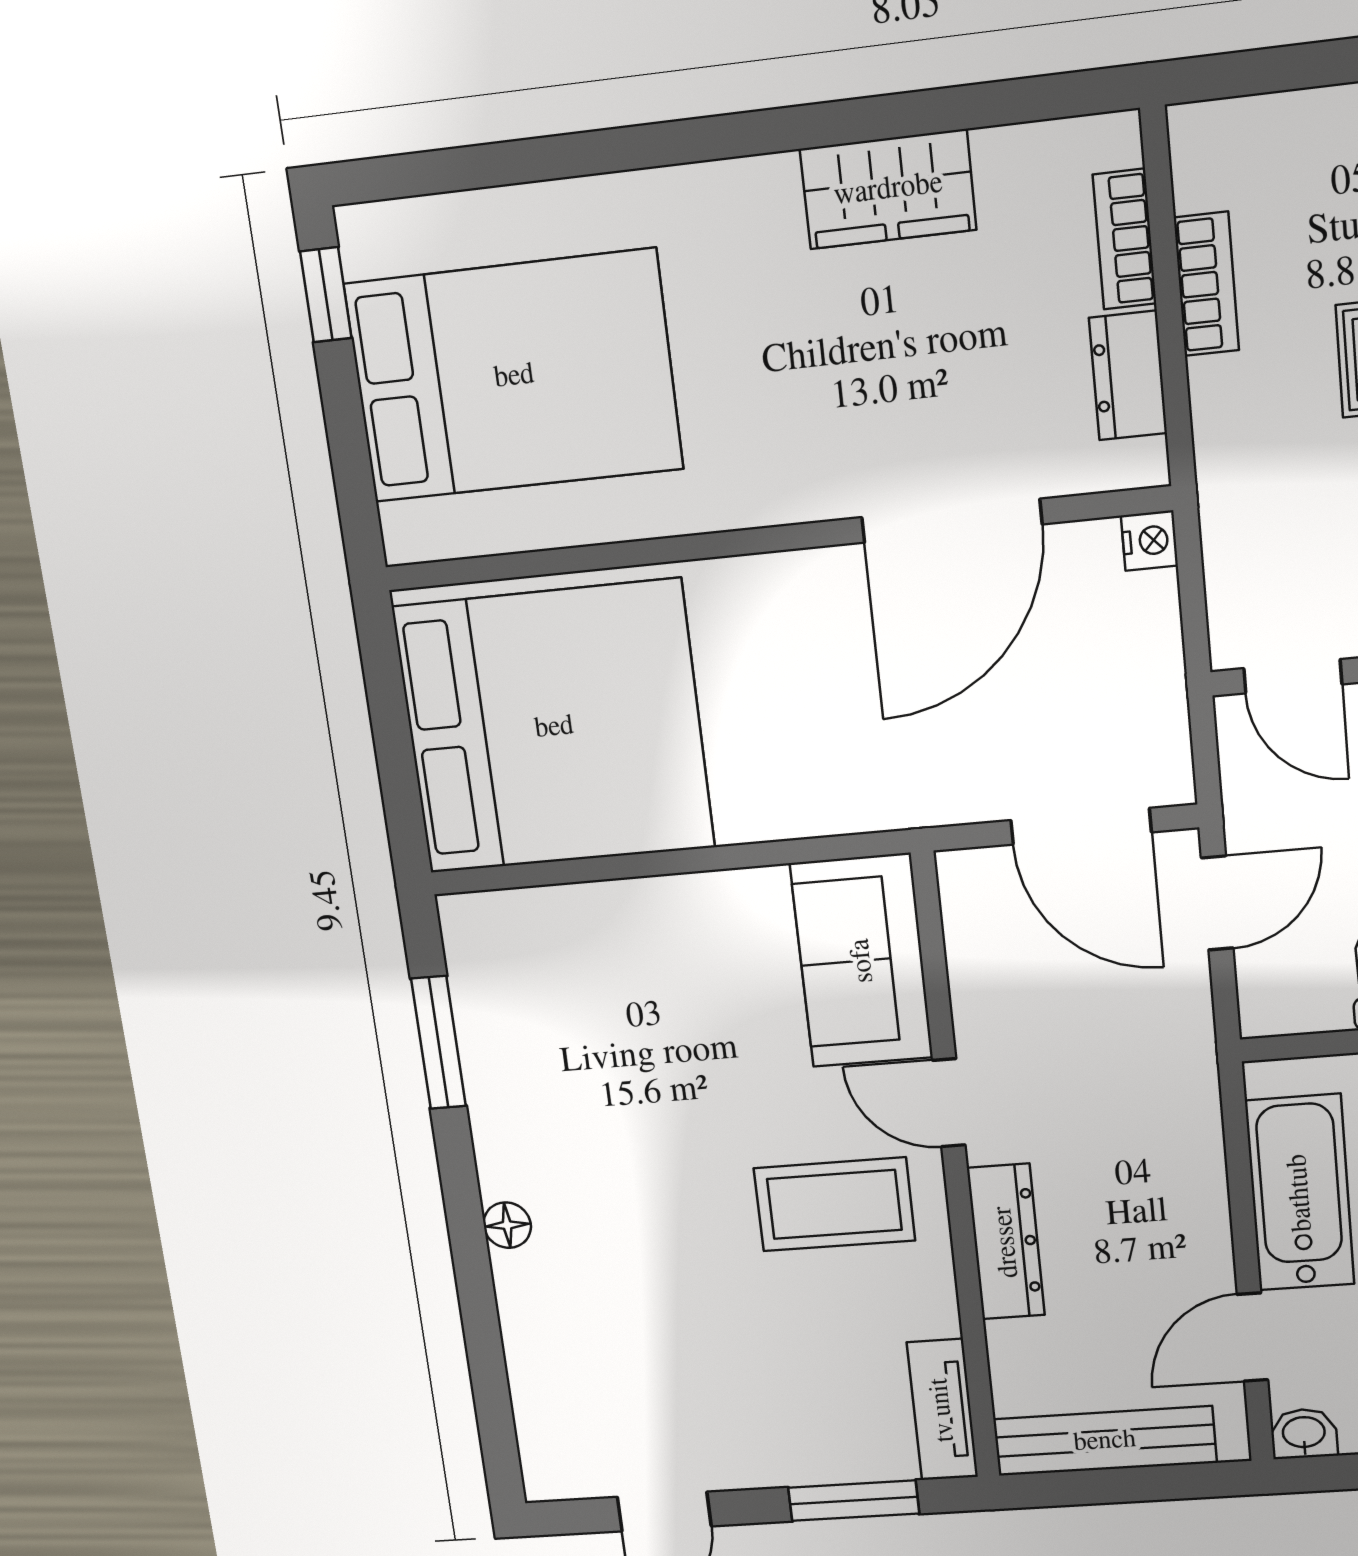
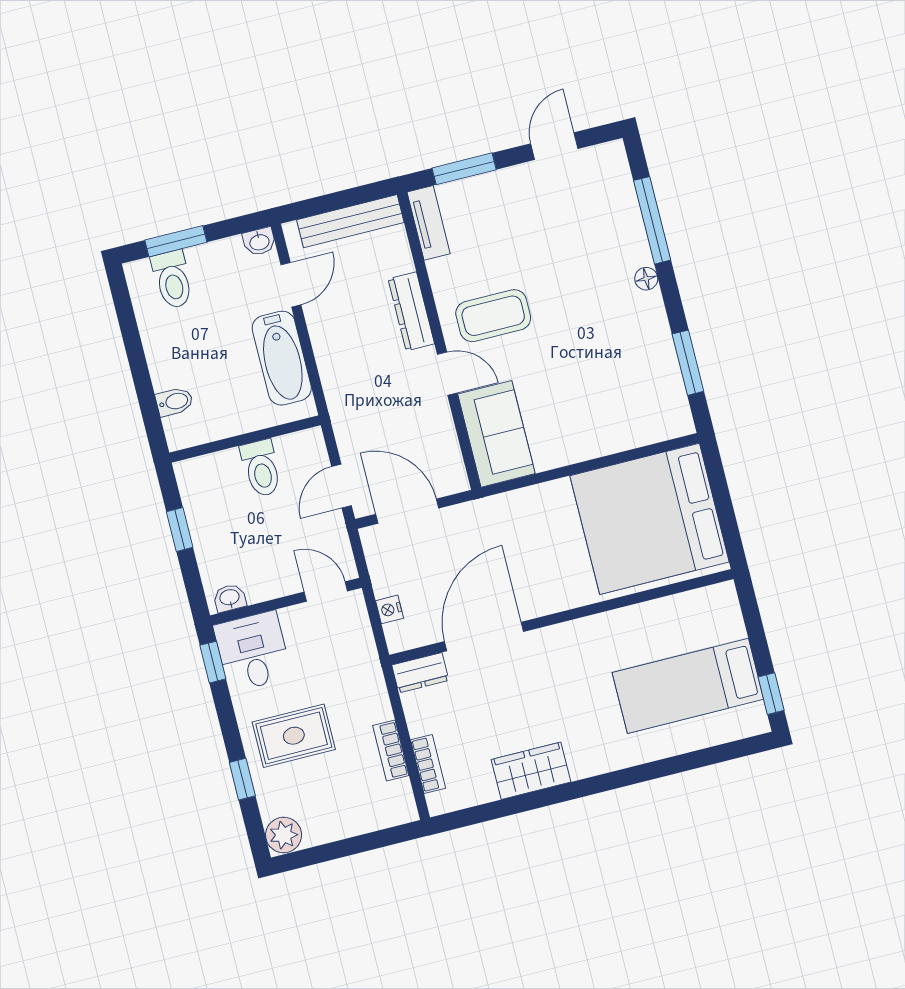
bed: (514, 376) -> (688, 686), width x0.67
dresser: (1128, 376) -> (420, 673), moved, turned 90
nightstand: (1149, 541) -> (390, 609), moved
window: (483, 1337) -> (652, 220), added

